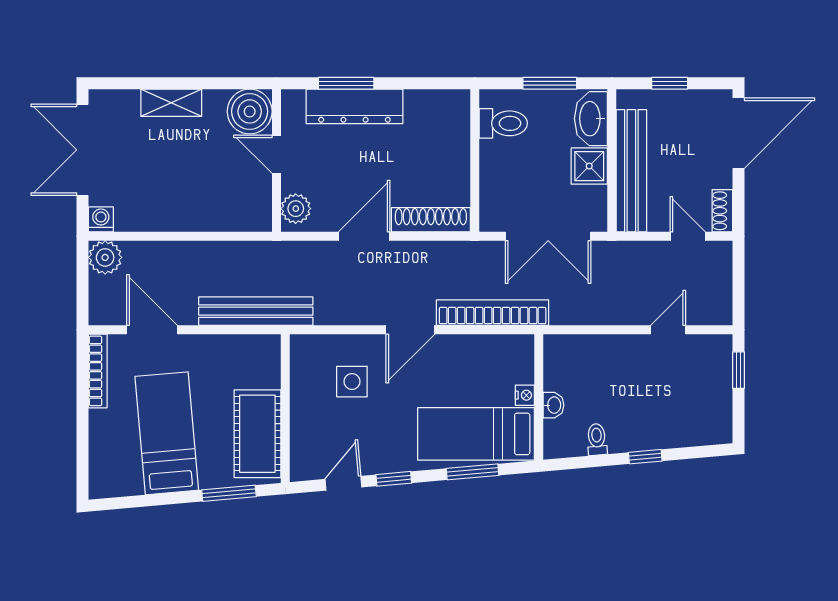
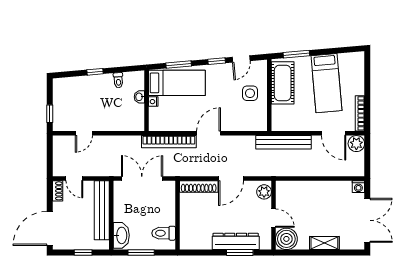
shower: (589, 166) -> (122, 213), removed
plant: (105, 257) -> (356, 144), moved
side table: (352, 382) -> (250, 93), moved

